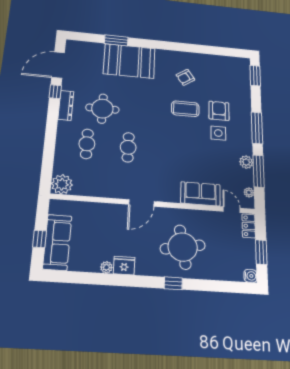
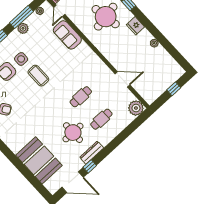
window: (116, 40) -> (23, 169), removed
booth: (129, 61) -> (39, 160), moved
coffee table: (185, 109) -> (38, 76), moved
door: (141, 203) -> (122, 79), moved
sofa: (57, 242) -> (167, 79), removed
fridge: (124, 266) -> (135, 26), moved

